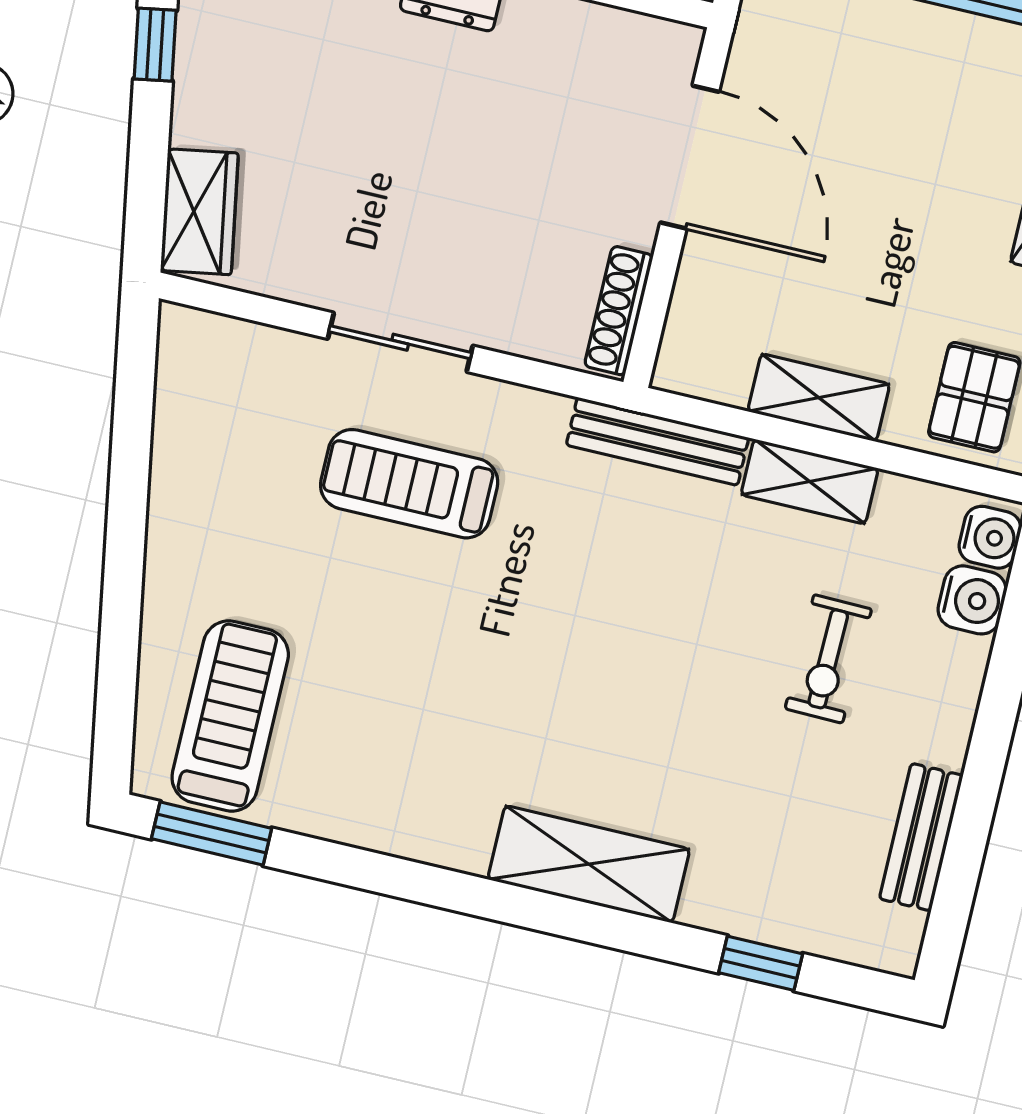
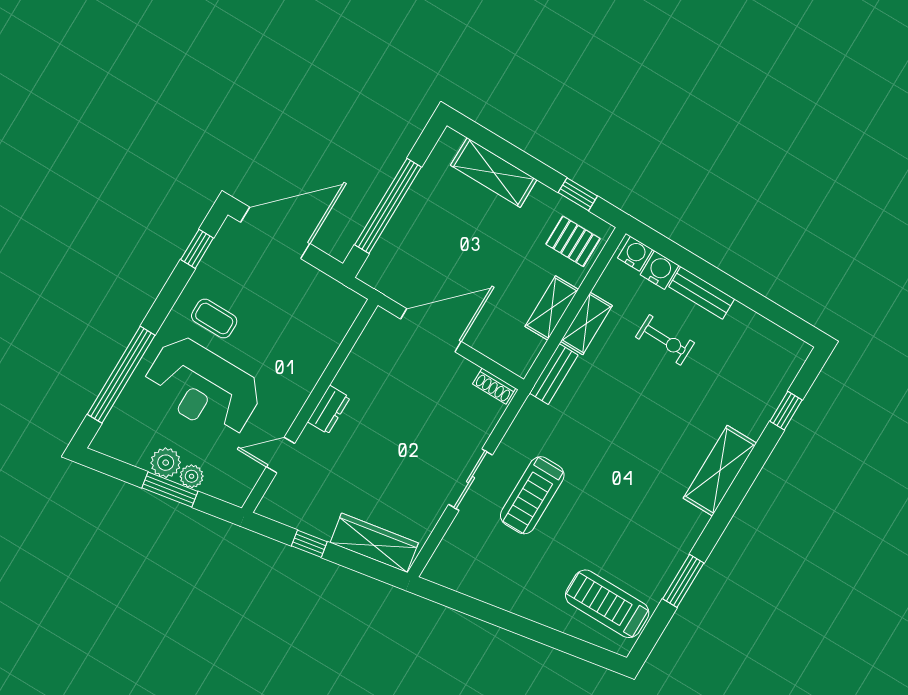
wardrobe: (199, 212) -> (374, 543), width x1.50
shoe rack: (619, 311) -> (494, 386), width x0.70
bench: (657, 441) -> (554, 374), width x0.73
window: (212, 833) -> (683, 581), moved
bench: (921, 837) -> (702, 293), moved

